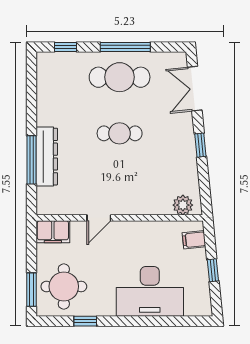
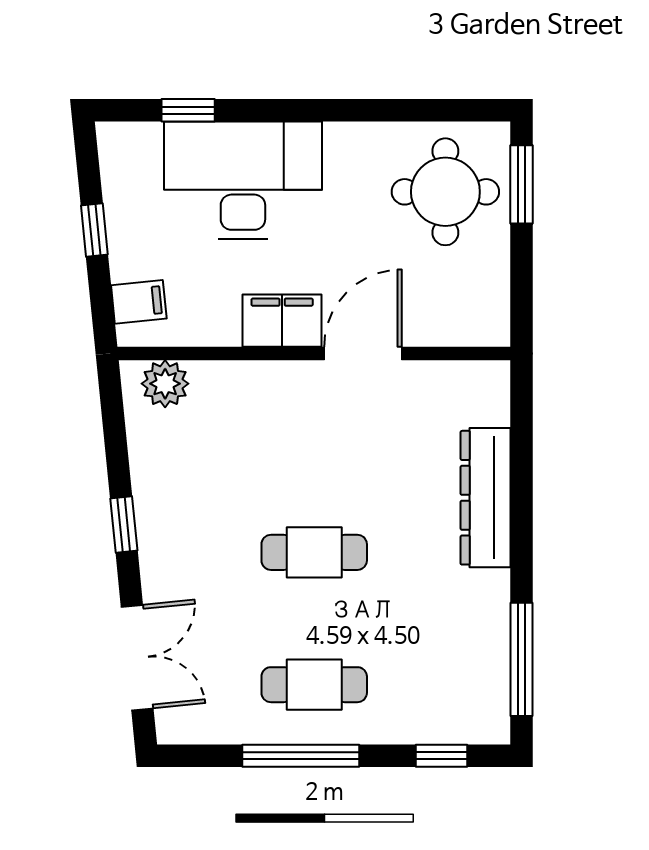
cafe table: (120, 77) -> (314, 685), width x0.73, depth x0.74
window: (31, 160) -> (522, 659), moved
door: (99, 218) -> (363, 353), width x1.38
filing cabinet: (53, 232) -> (282, 321), moved
window: (85, 321) -> (188, 110), moved

